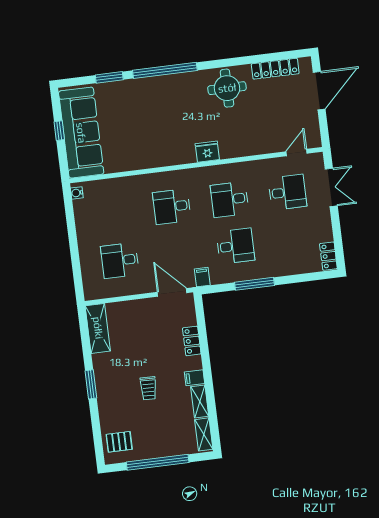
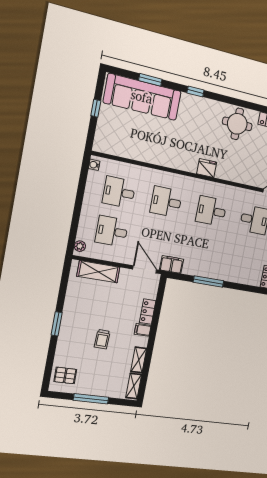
window: (165, 70) -> (195, 91), width x0.32
sofa: (81, 133) -> (142, 97), moved, turned 90
desk: (235, 246) -> (119, 192), moved, turned 180
filing cabinet: (202, 277) -> (172, 264), width x2.00
plant: (89, 288) -> (80, 246), added
shelving: (98, 328) -> (98, 272), moved, turned 90
filing cabinet: (195, 378) -> (143, 330), moved
window: (158, 462) -> (91, 399), width x0.68

